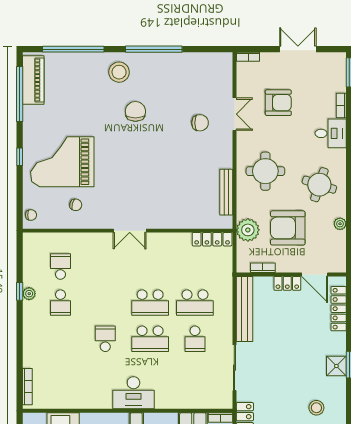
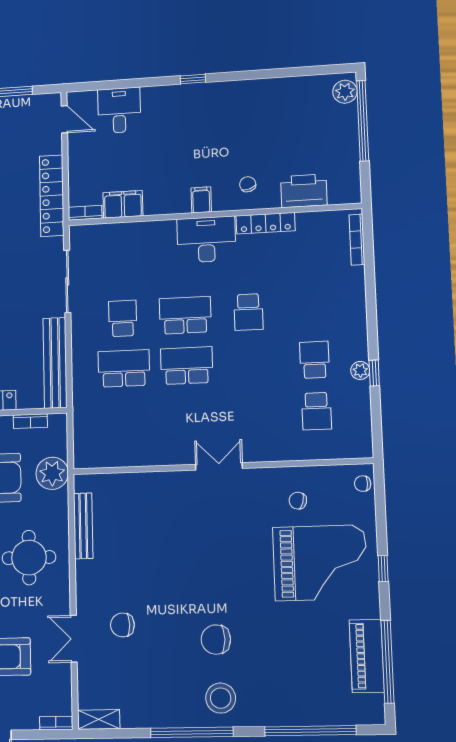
shelving: (218, 59) -> (99, 719), added
stool: (119, 72) -> (221, 698), moved
piano: (33, 80) -> (367, 656), moved
chair: (135, 111) -> (216, 640), turned 90
locker: (212, 239) -> (266, 223), moved, turned 180

